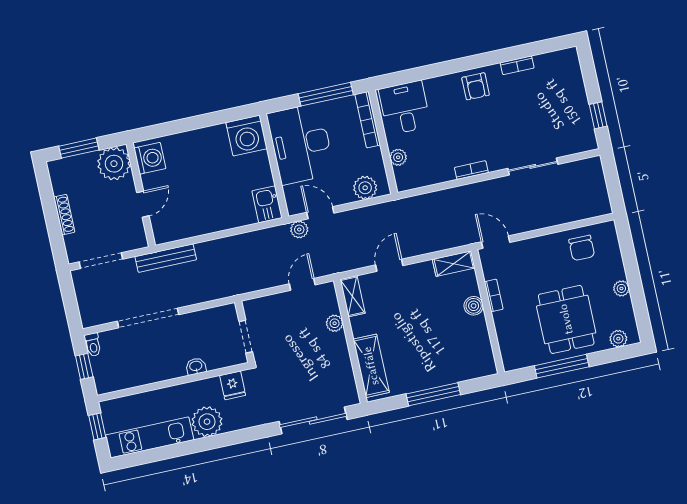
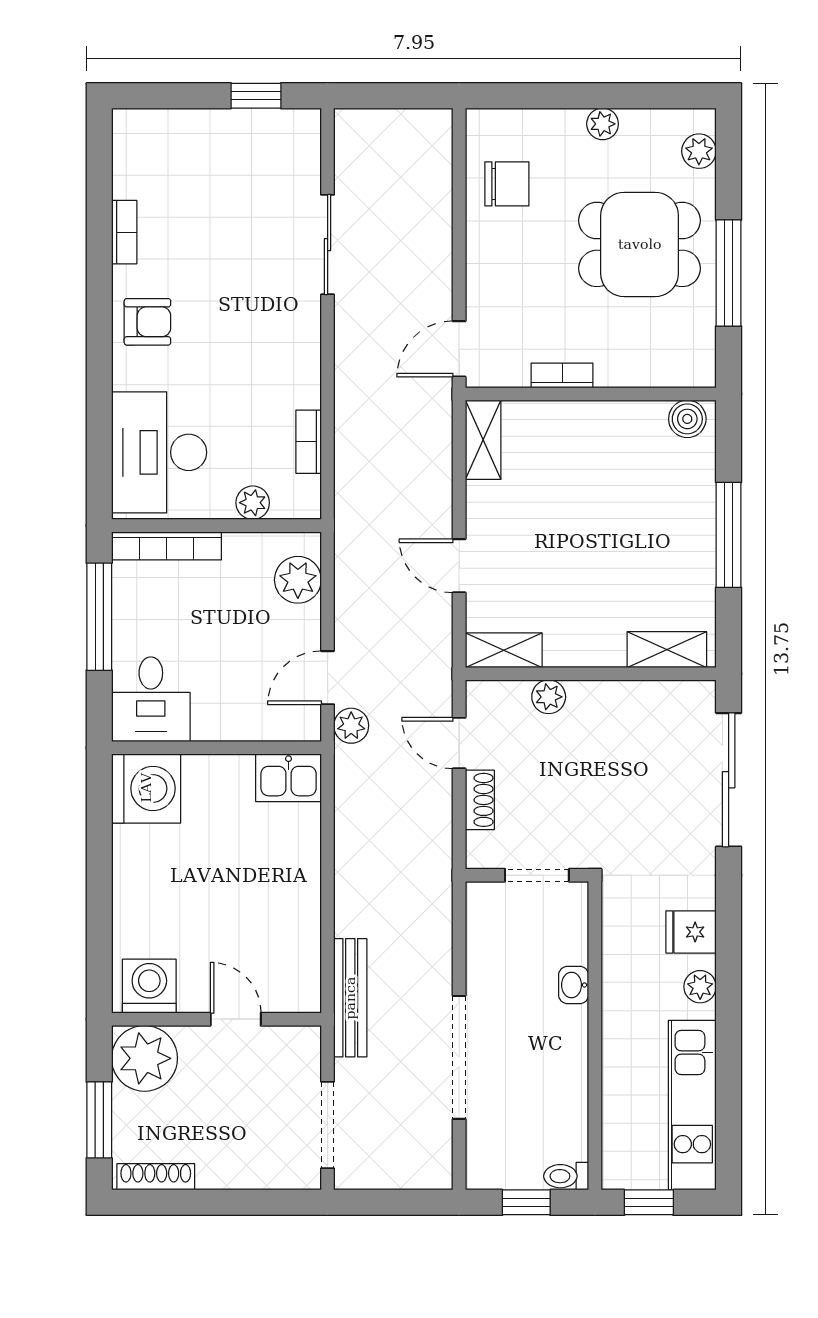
desk: (405, 108) -> (159, 452), width x1.37
desk: (301, 144) -> (151, 699), width x0.53, depth x0.77
bookcase: (471, 170) -> (309, 442), moved
shoe rack: (64, 215) -> (156, 1177), moved
shoe rack: (277, 301) -> (480, 800), added
boiler: (474, 306) -> (687, 419), moved
toilet: (93, 345) -> (566, 1176), moved, turned 180
shelving: (371, 366) -> (667, 650), width x0.67, depth x0.75
fridge: (233, 385) -> (691, 932), moved, turned 180
plant: (207, 422) -> (700, 987), width x0.53, depth x0.53

